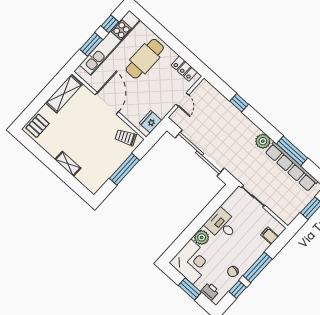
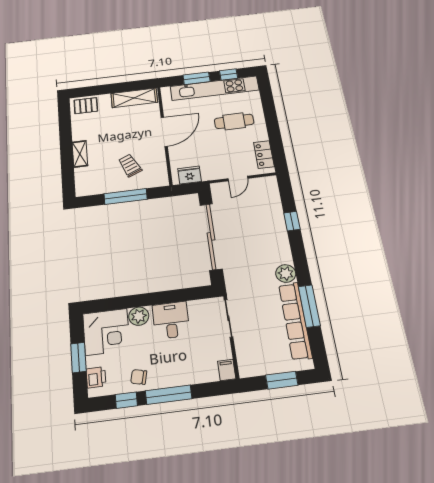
cafe table: (145, 59) -> (234, 121), width x0.73, depth x0.74
trolley: (126, 137) -> (130, 165), moved
filing cabinet: (270, 236) -> (227, 370), moved

